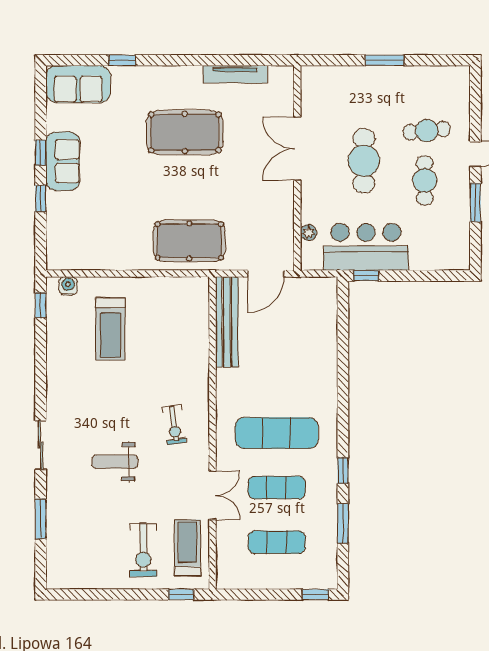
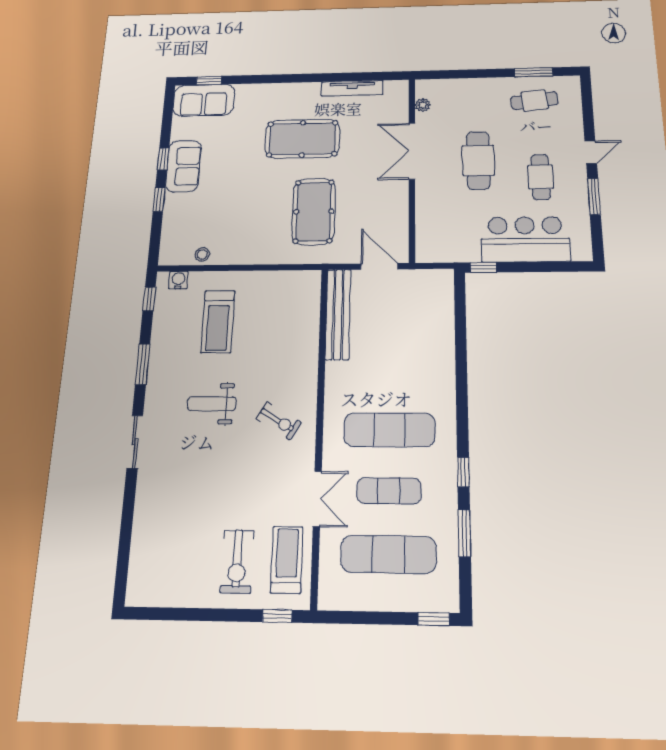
window: (122, 60) -> (209, 80), moved
window: (385, 60) -> (534, 72), moved
cafe table: (427, 131) -> (534, 101), moved
plant: (309, 233) -> (423, 105), moved
pool table: (189, 241) -> (314, 211), moved, turned 90
bar counter: (366, 247) -> (525, 239), moved
stool: (90, 259) -> (202, 254), added
door: (266, 274) -> (379, 266), swing flipped
exercise bike: (174, 425) -> (279, 421), turned -51
weight bench: (115, 462) -> (212, 404), moved
window: (41, 519) -> (143, 364), moved
exercise mat: (277, 542) -> (389, 554), width x1.36, depth x1.45

